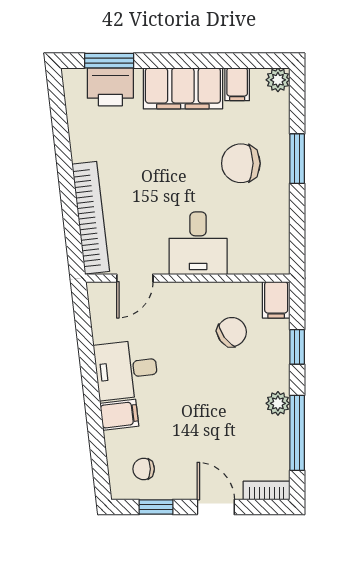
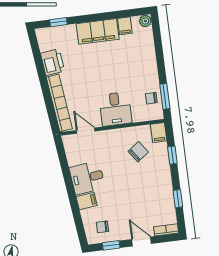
window: (109, 61) -> (58, 22), width x0.67
printer: (110, 87) -> (53, 62), moved, turned -97
window: (297, 159) -> (165, 96), moved
chair: (241, 163) -> (151, 98), moved, width x0.54, depth x0.54
door: (135, 278) -> (86, 131), swing flipped
plant: (278, 403) -> (166, 185), removed
window: (297, 433) -> (178, 199), width x0.46

